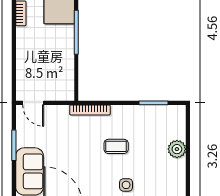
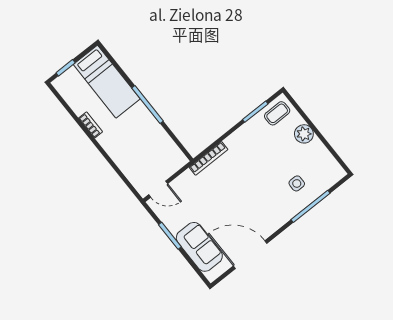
coffee table: (116, 146) -> (277, 113), moved
side table: (126, 185) -> (297, 183), moved

